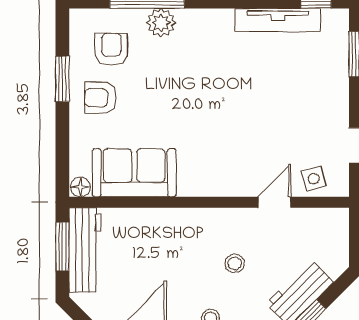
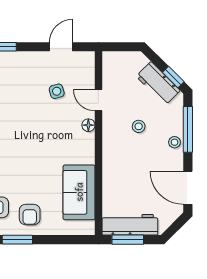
side table: (314, 179) -> (57, 91), moved
floor lamp: (81, 187) -> (88, 125), moved

